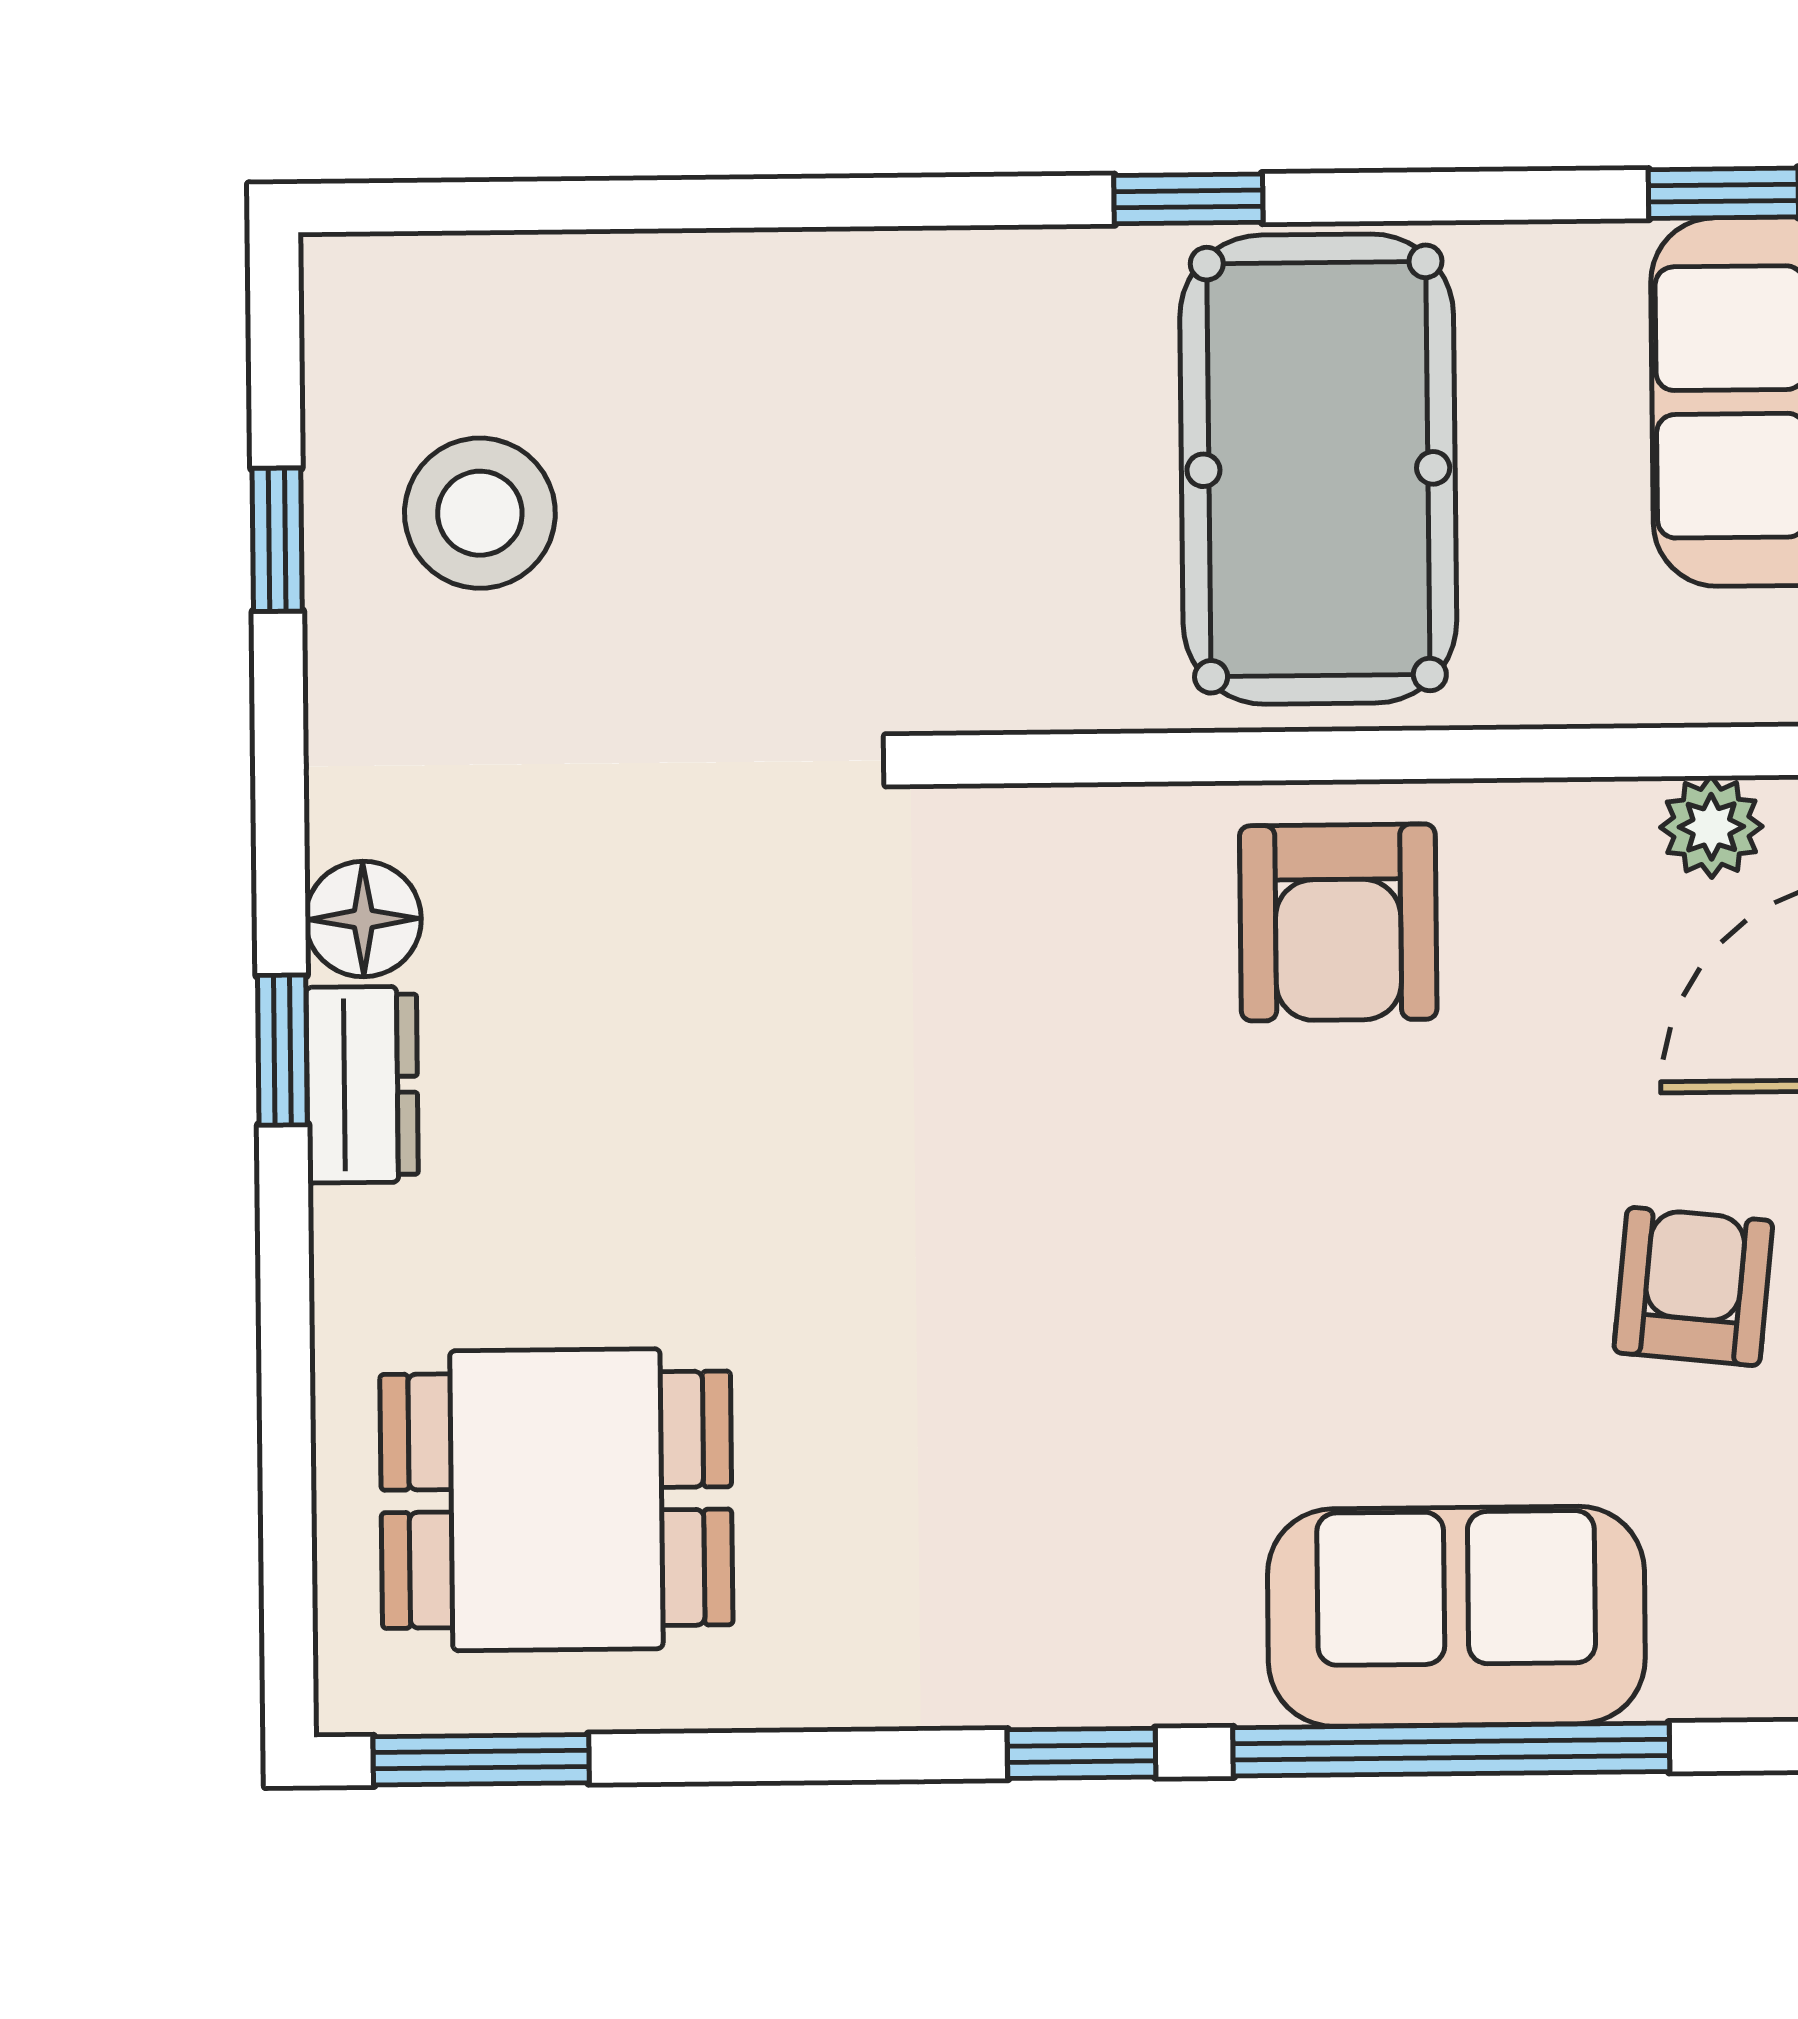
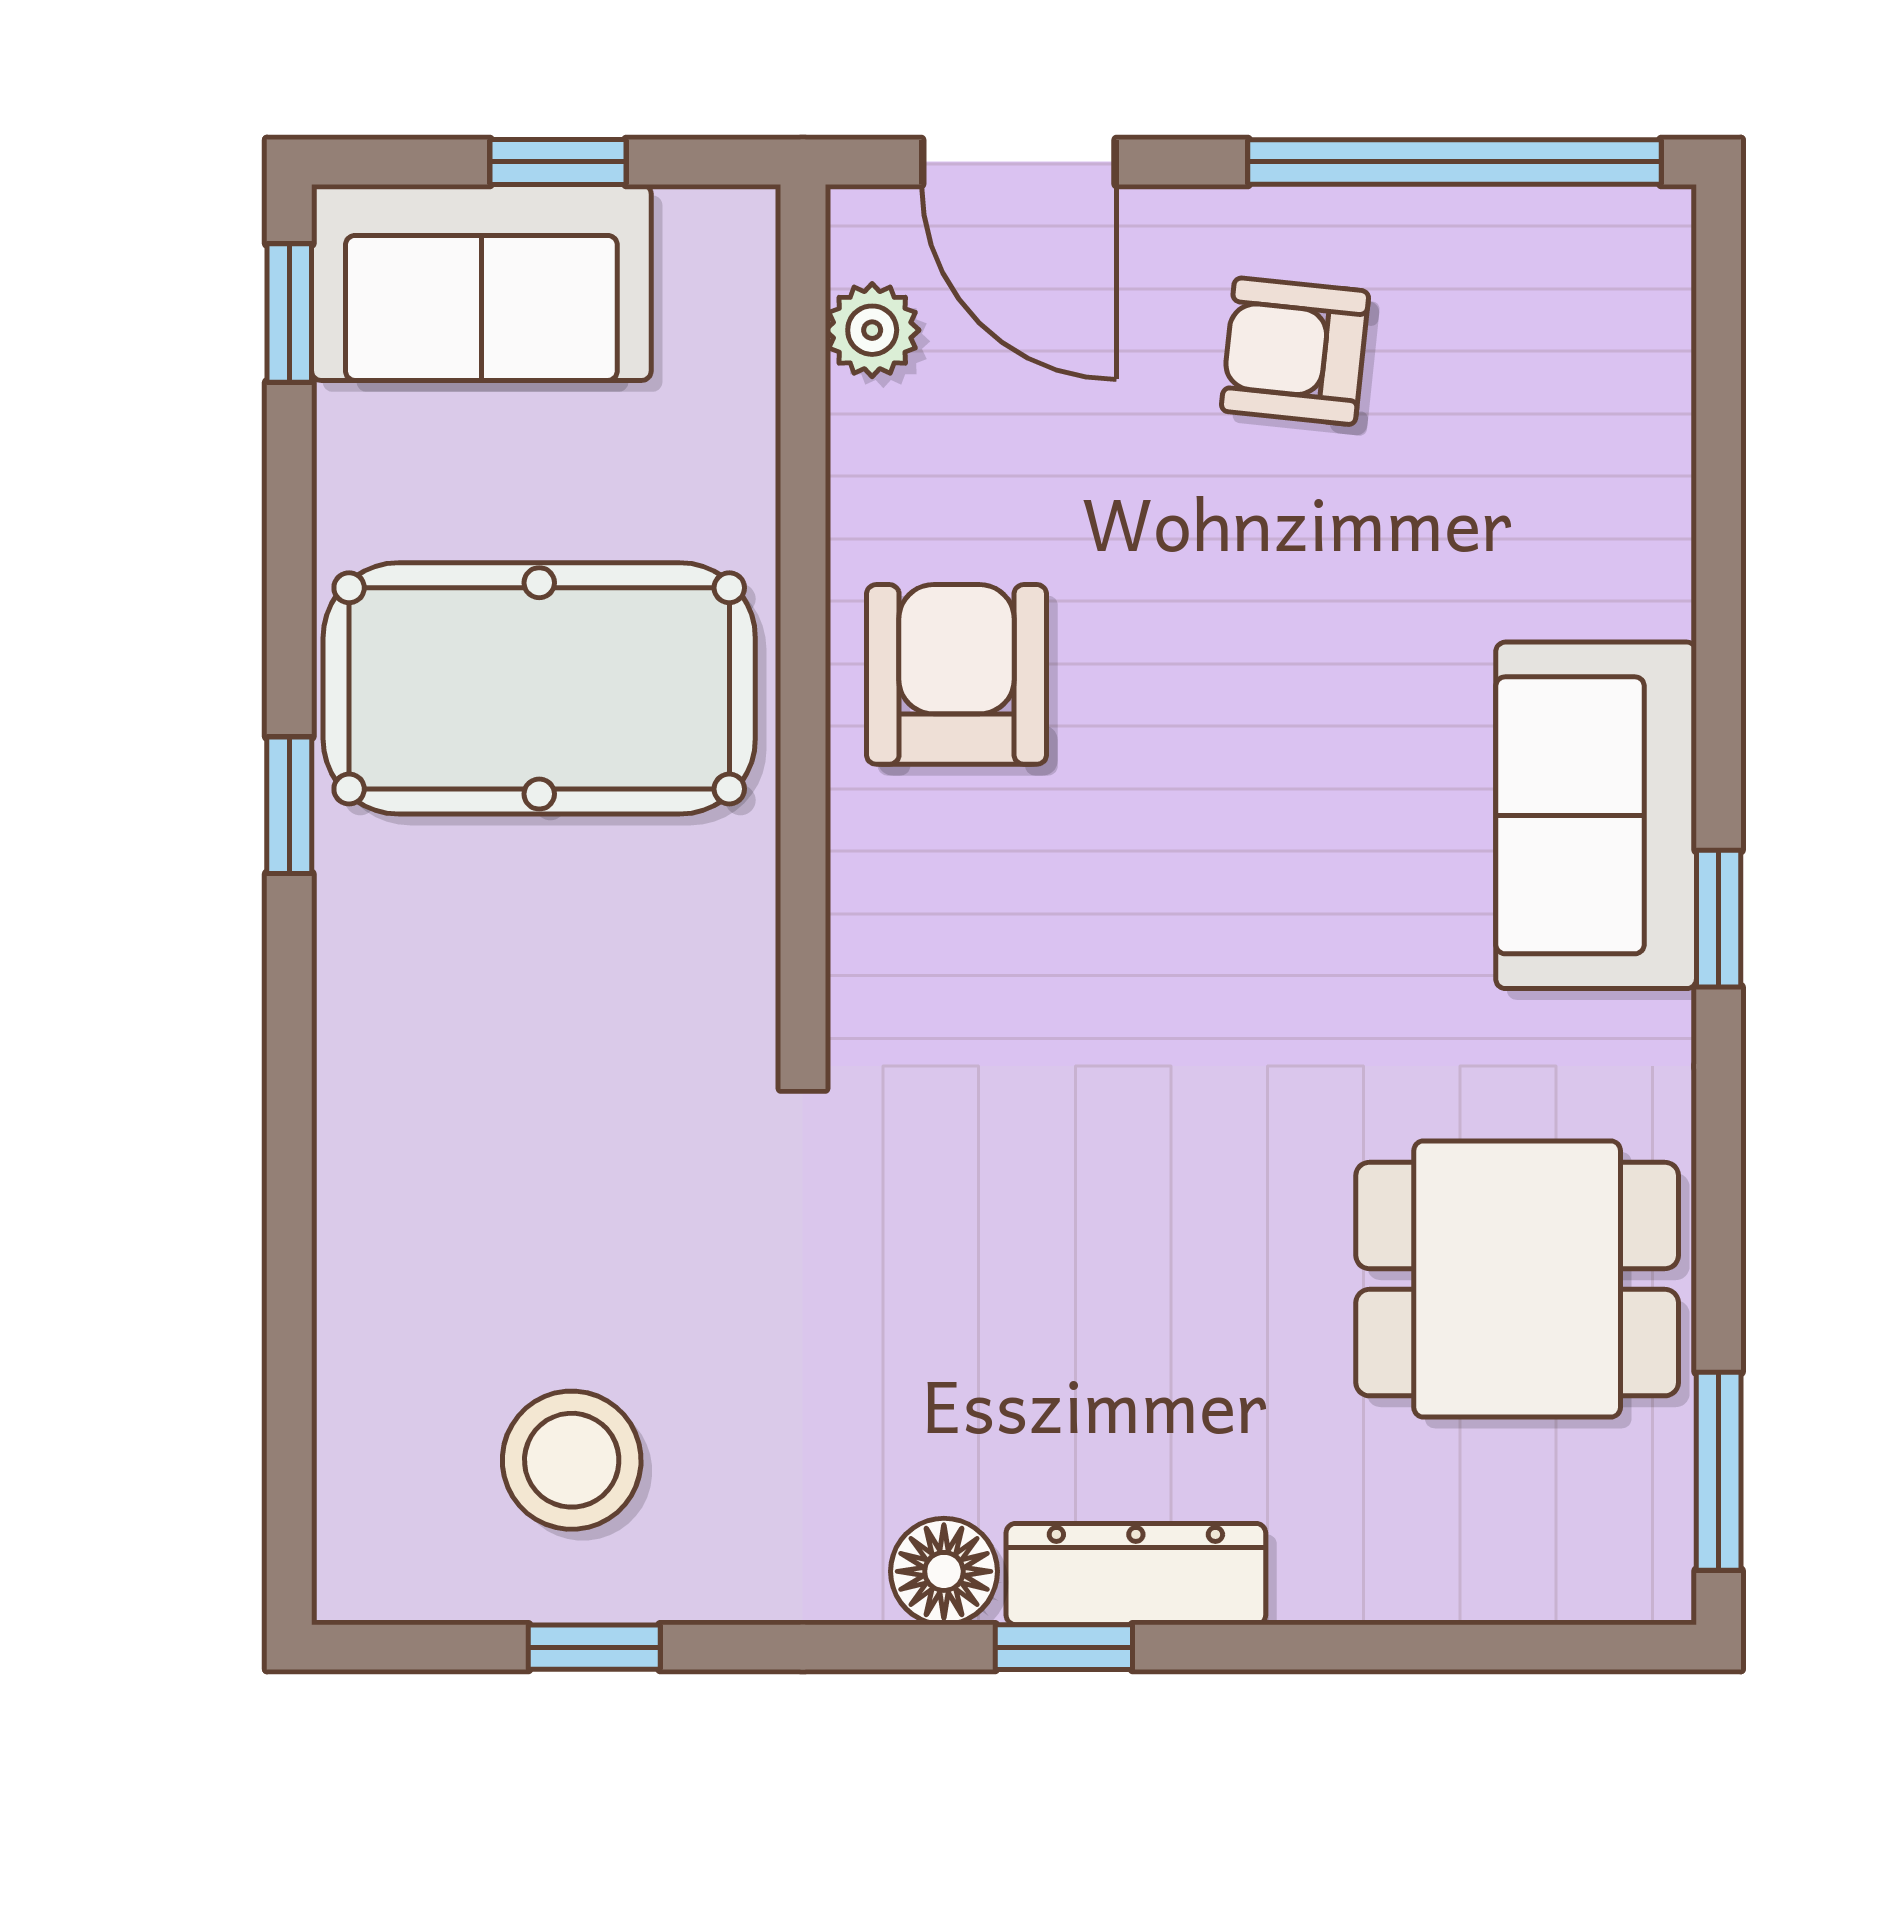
armchair: (1338, 922) -> (957, 674), turned -90
dresser: (362, 1085) -> (1136, 1574), width x1.44
dining table: (556, 1500) -> (1517, 1279), moved, turned 90
sofa: (1456, 1616) -> (1596, 815), moved
window: (1451, 1750) -> (1719, 578), removed

